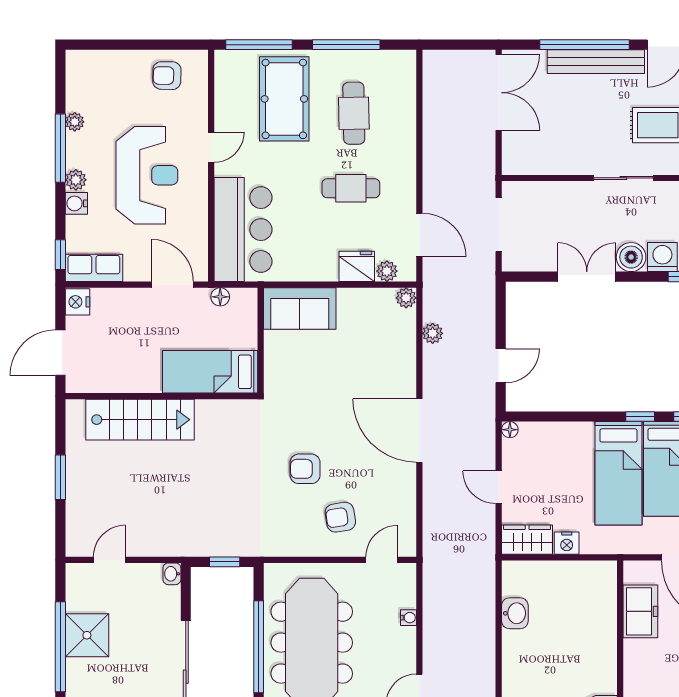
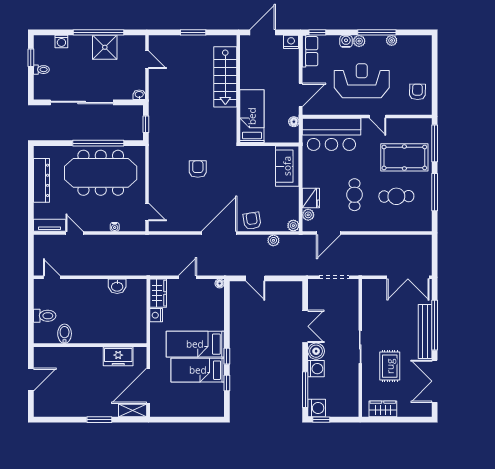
reception desk: (147, 175) -> (362, 81), turned 180
door: (60, 353) -> (263, 32), hinge flipped
armchair: (340, 517) -> (252, 221), moved

